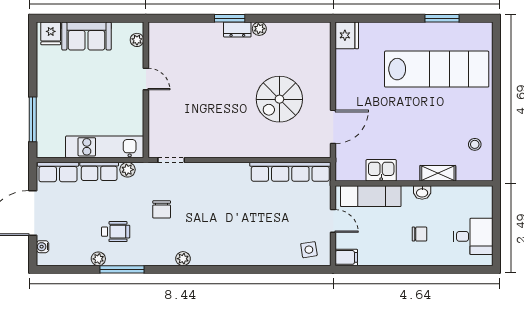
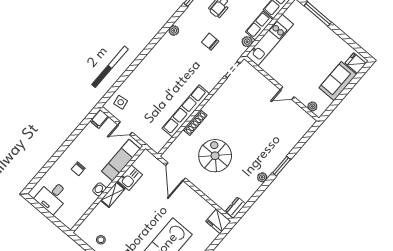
dresser: (237, 29) -> (236, 208), moved
shoe rack: (262, 151) -> (195, 122), added
row of seats: (290, 172) -> (186, 111), moved
shelving: (438, 173) -> (113, 195), moved

